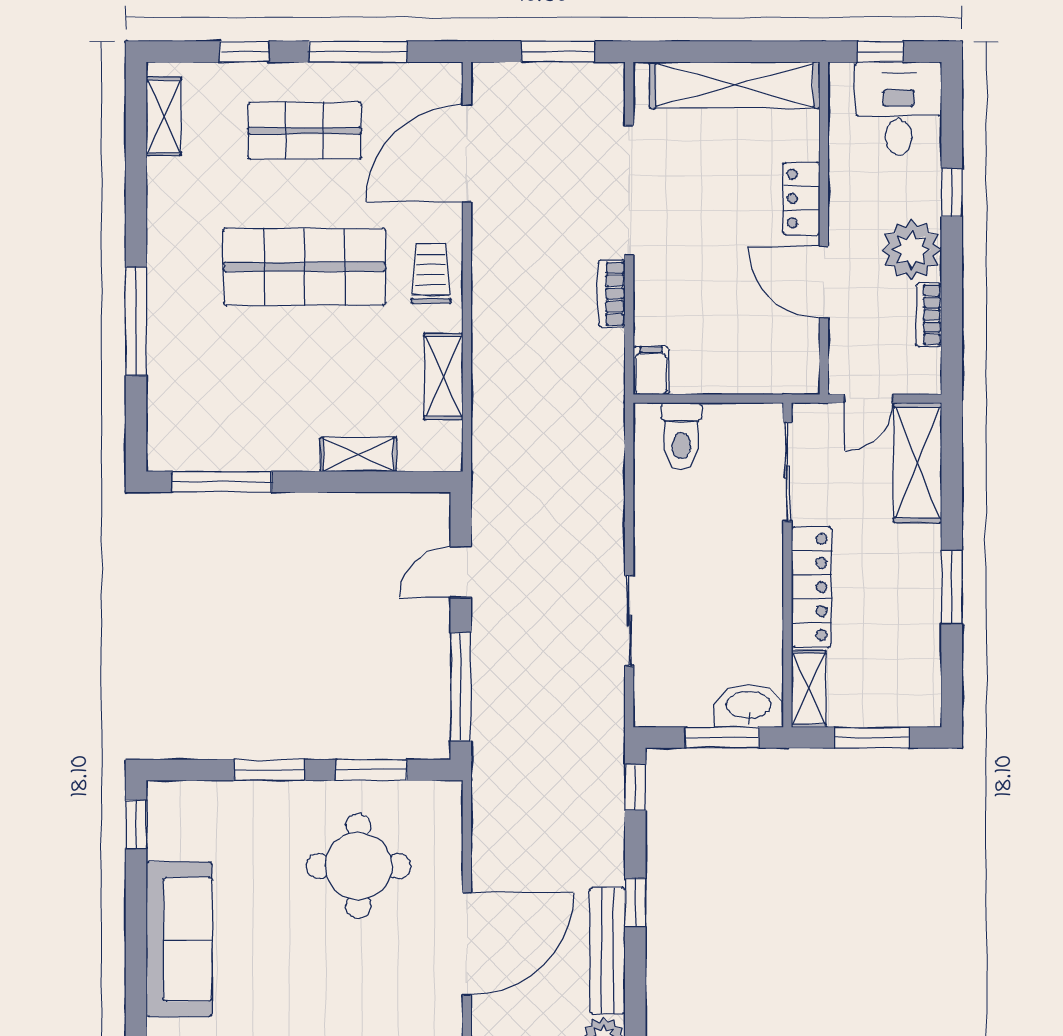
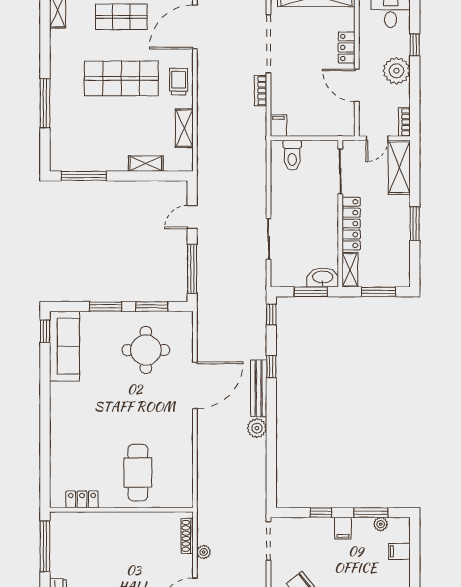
bookcase: (929, 315) -> (404, 122), moved
sofa: (179, 939) -> (64, 346), moved

